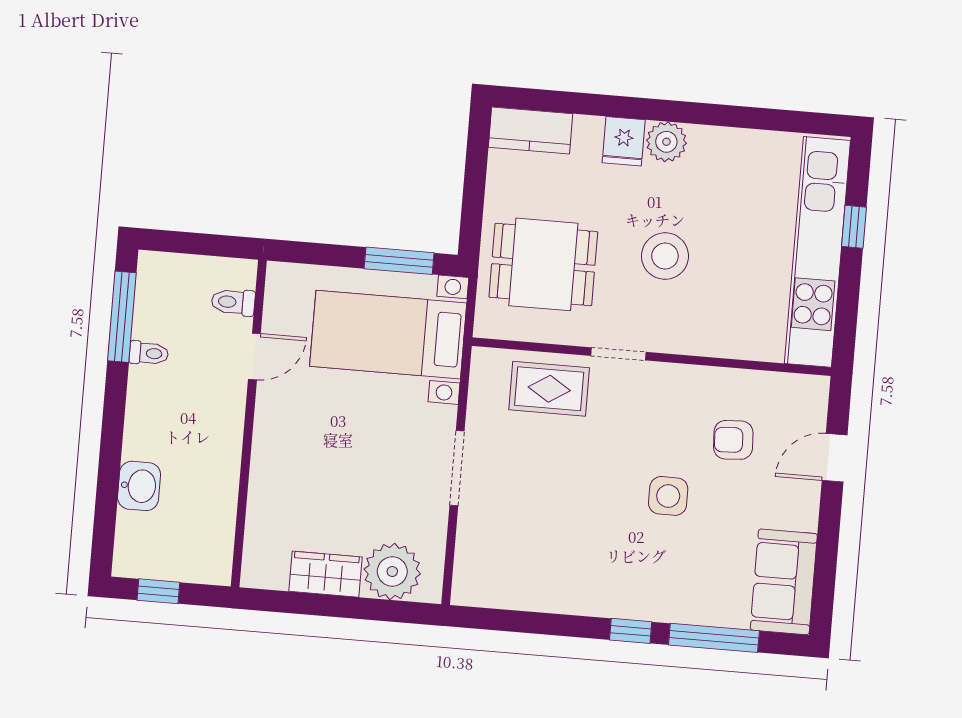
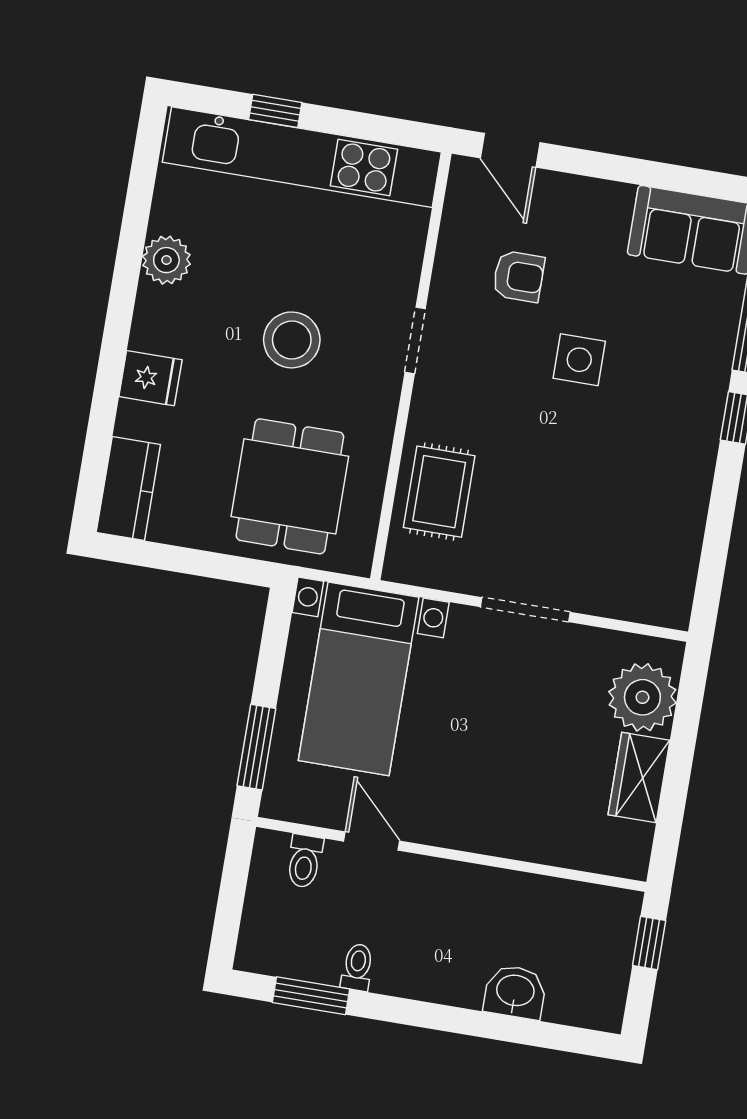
plant: (666, 142) -> (166, 260), moved
window: (399, 261) -> (256, 747), moved
window: (122, 317) -> (311, 996), width x0.69
doorway: (618, 354) -> (415, 340), moved
armchair: (733, 440) -> (519, 276), turned -87
door: (835, 458) -> (510, 150), moved
window: (158, 591) -> (649, 943), moved

